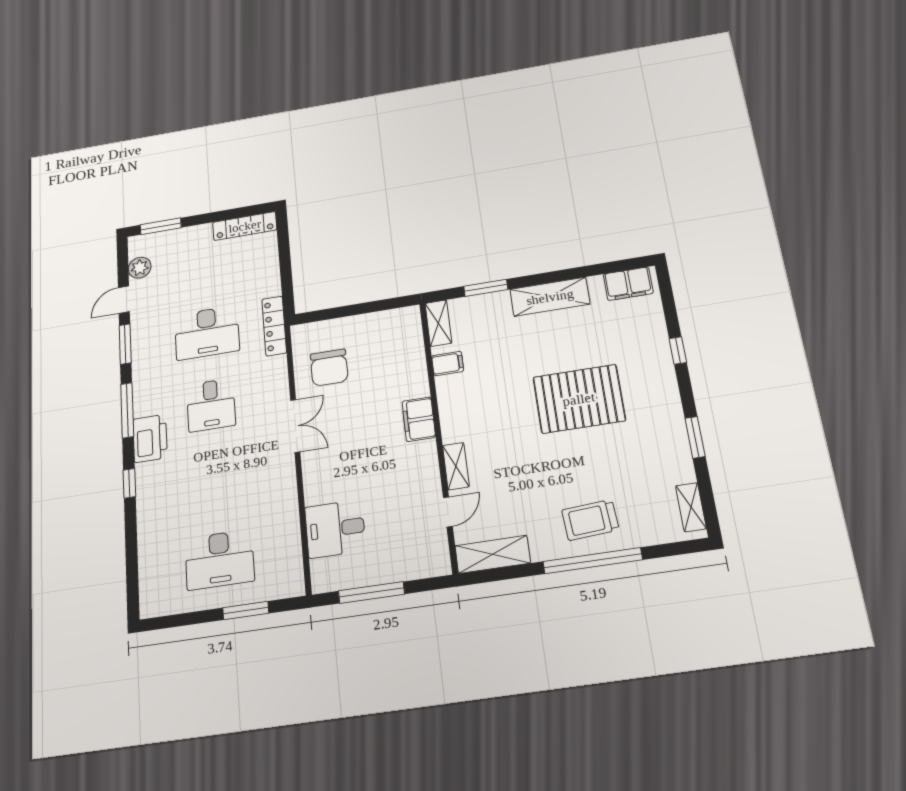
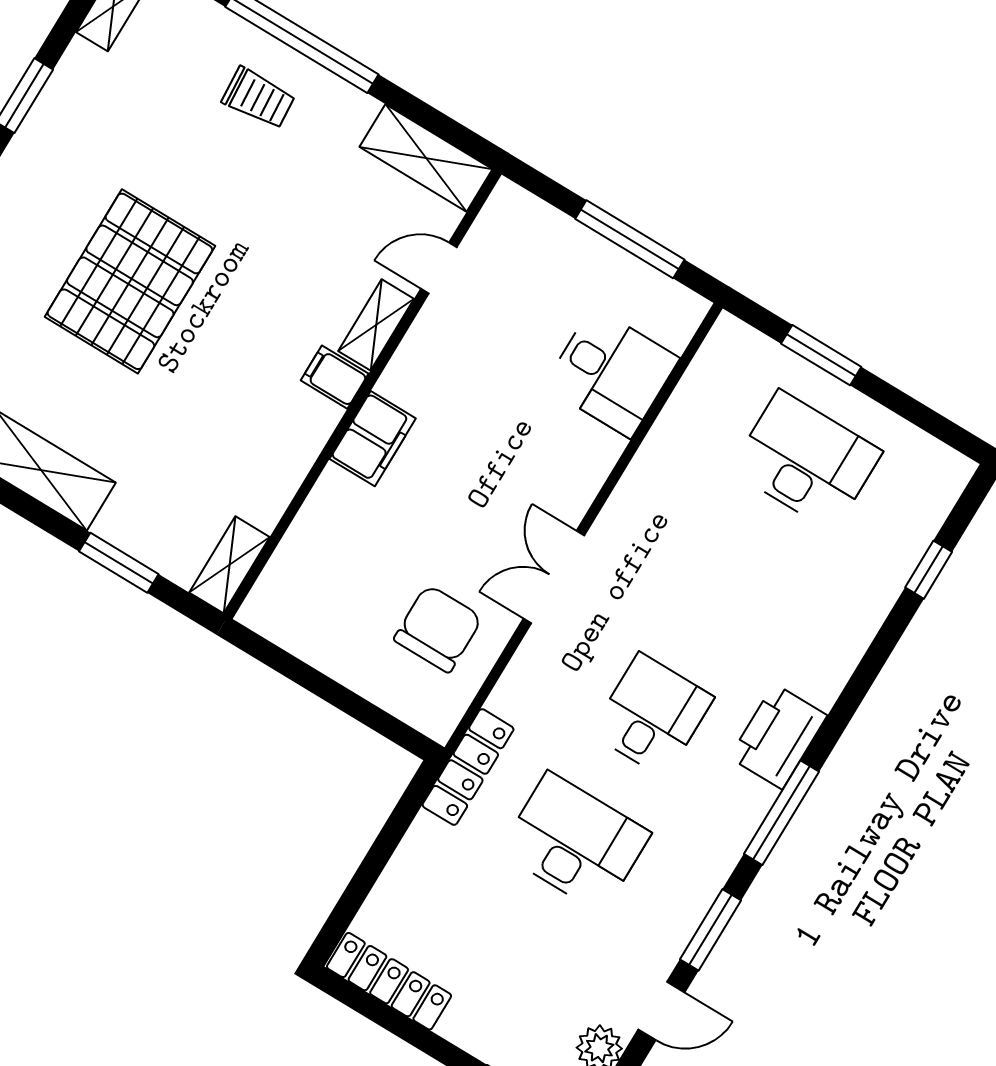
filing cabinet: (448, 364) -> (335, 377), moved
pallet: (579, 399) -> (130, 281), turned 90
window: (129, 483) -> (929, 570), moved
trolley: (590, 520) -> (259, 98), width x0.73, depth x0.72

